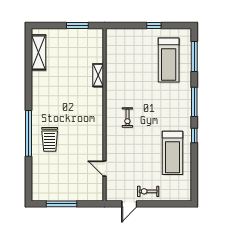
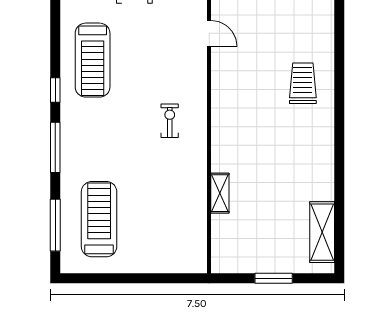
window: (77, 25) -> (274, 278), moved
window: (154, 25) -> (124, 278), removed
window: (28, 133) -> (339, 94), removed
treadmill: (173, 153) -> (93, 60), turned 180

